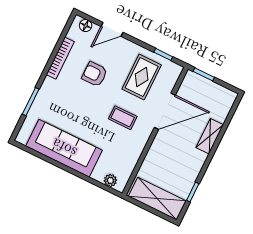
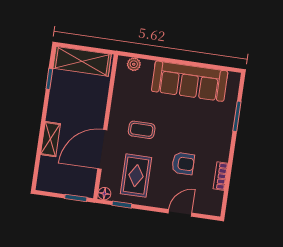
floor lamp: (86, 26) -> (104, 194), moved
bookcase: (60, 58) -> (221, 176), width x0.64

